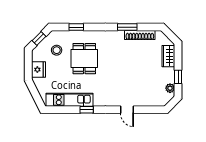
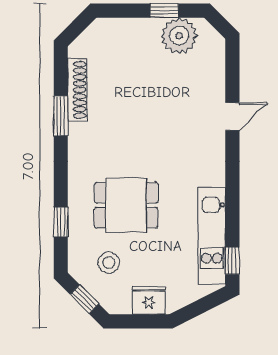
wardrobe: (168, 56) -> (121, 31), removed
plant: (170, 88) -> (179, 36), width x1.88, depth x1.88
window: (87, 110) -> (232, 261), moved

